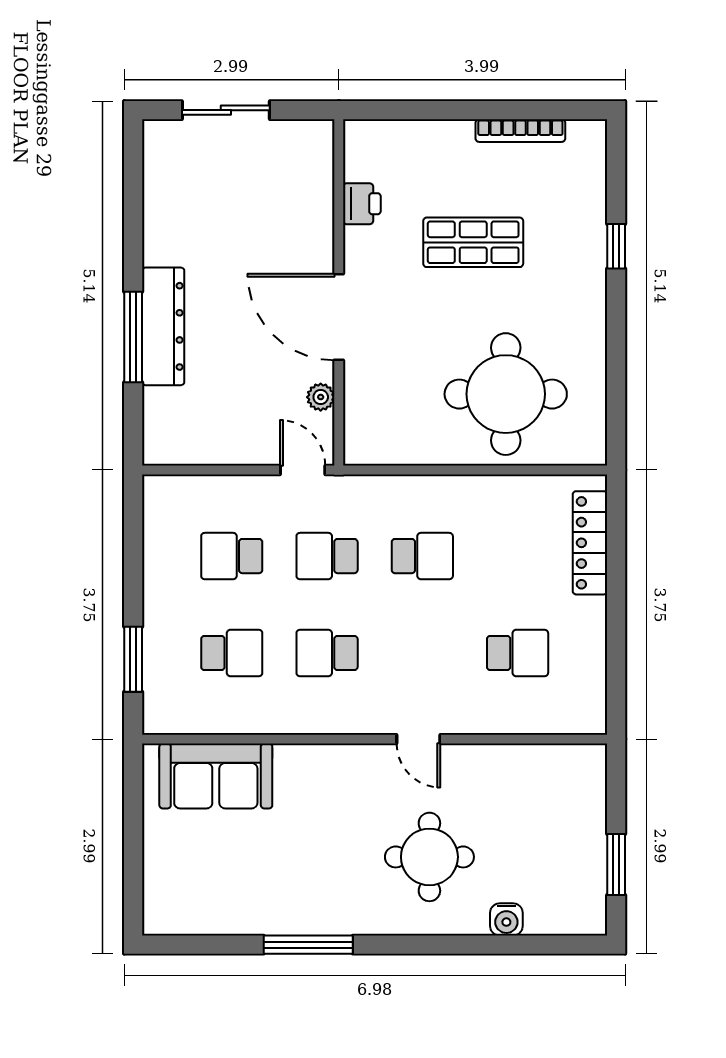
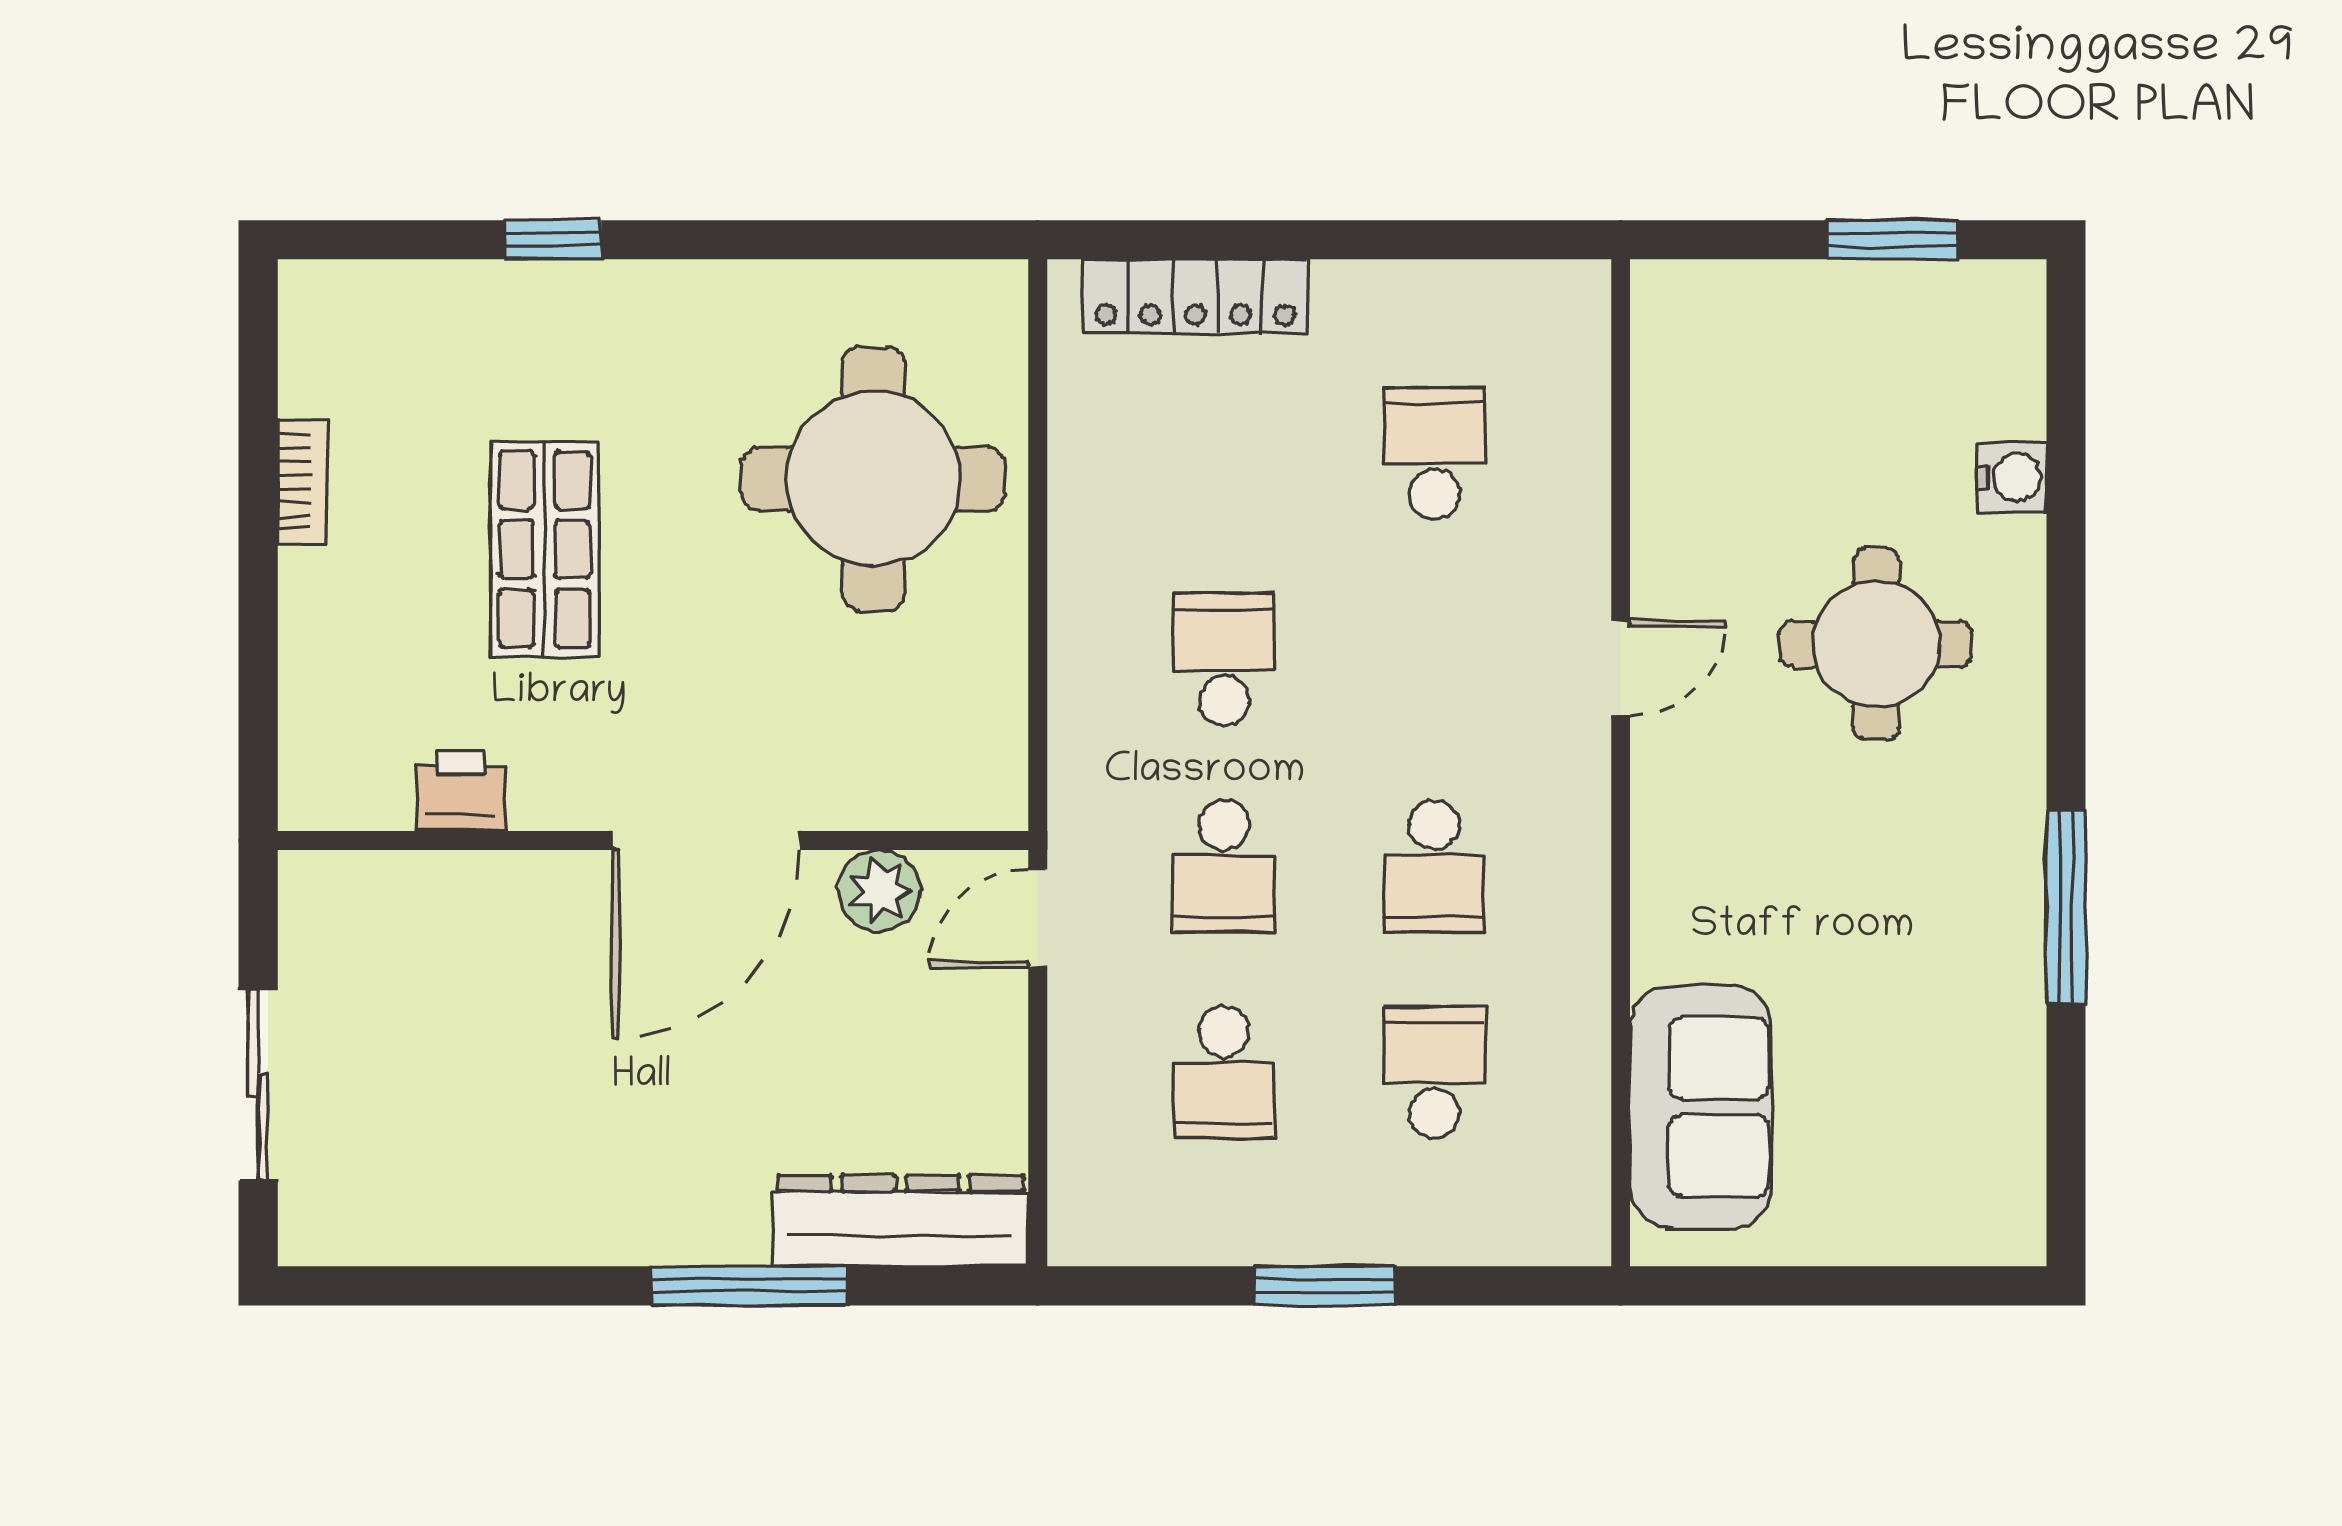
bookcase: (520, 131) -> (302, 482), width x0.64
dresser: (163, 326) -> (901, 1221), moved
plant: (321, 397) -> (880, 891), width x1.38, depth x1.38
window: (133, 659) -> (1325, 1286), moved

